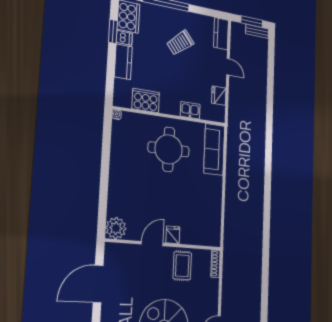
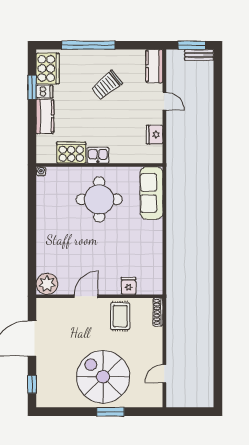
kitchen sink: (190, 110) -> (98, 155), moved
fridge: (173, 235) -> (129, 286), moved

